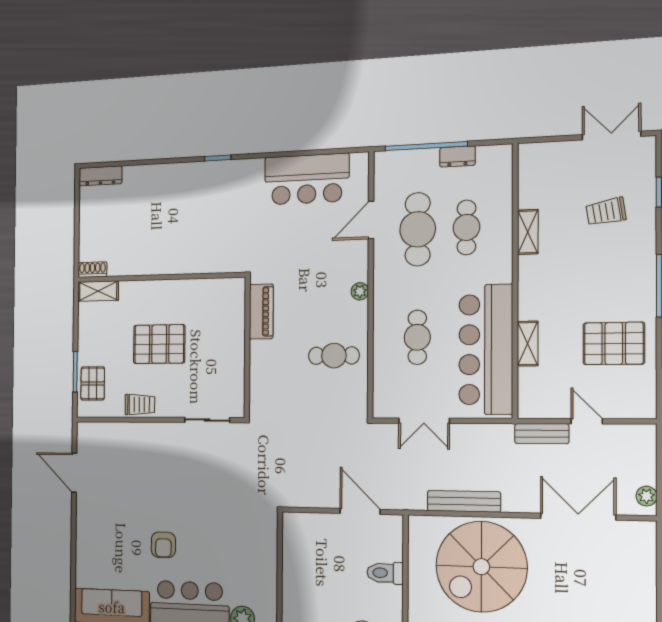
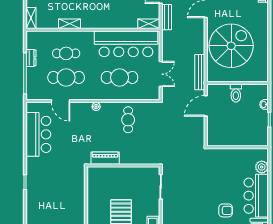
shelving: (540, 152) -> (31, 18), added
cafe table: (417, 337) -> (120, 77), width x1.37, depth x1.35
shelving: (528, 344) -> (149, 24), moved
bench: (464, 501) -> (200, 72), moved
spiral stairs: (481, 567) -> (231, 46), turned -90

